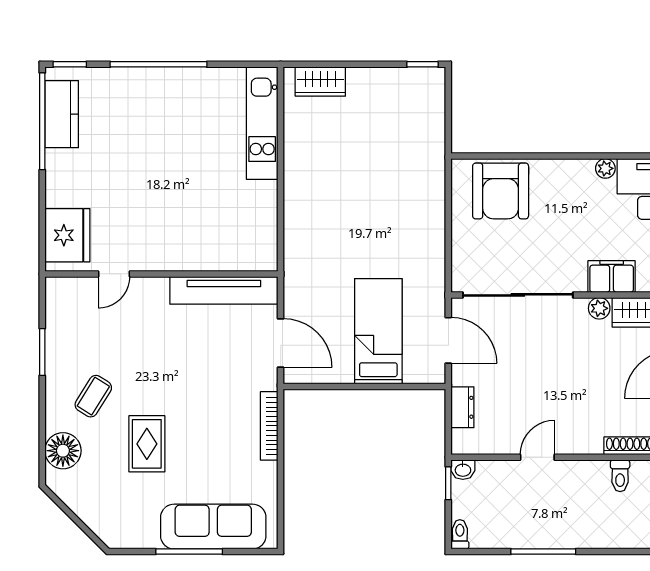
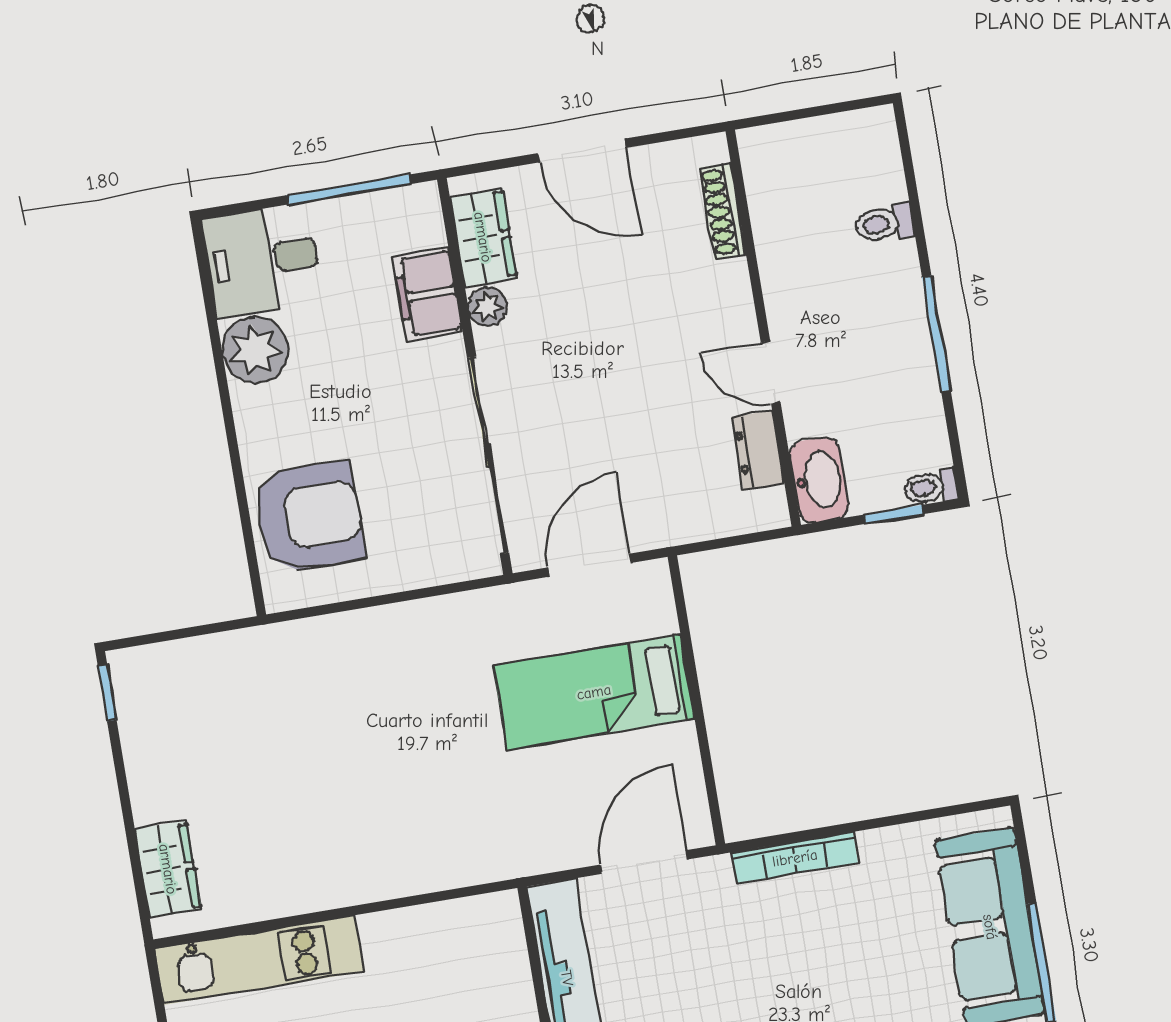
plant: (605, 168) -> (255, 350), width x1.87, depth x1.87
dresser: (462, 407) -> (758, 450), moved, turned -90
washbasin: (463, 470) -> (819, 480), width x1.91, depth x1.45
toilet: (620, 476) -> (884, 223), moved, turned 180
window: (448, 483) -> (894, 514), moved

